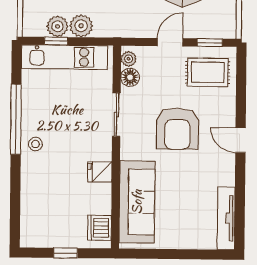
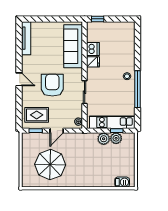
floor lamp: (130, 77) -> (78, 112), removed
dishwasher: (99, 228) -> (93, 49), moved
window: (66, 253) -> (98, 19), moved

